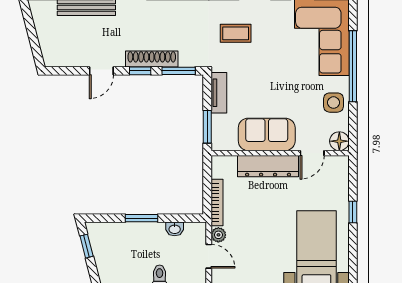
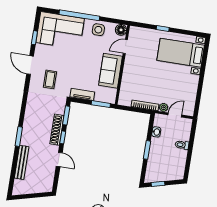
door: (312, 153) -> (125, 46), swing flipped
dresser: (268, 166) -> (129, 73), removed

